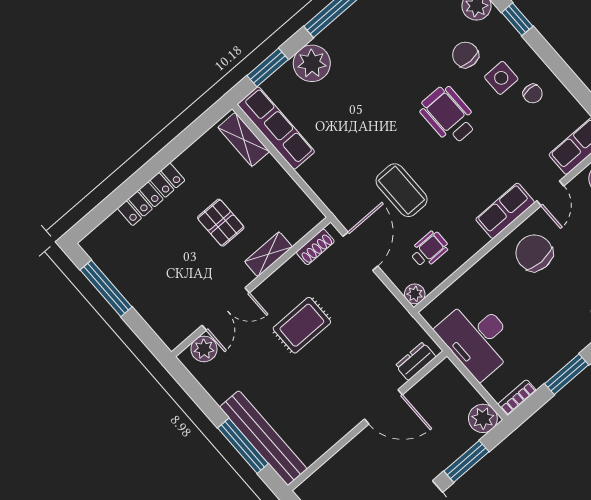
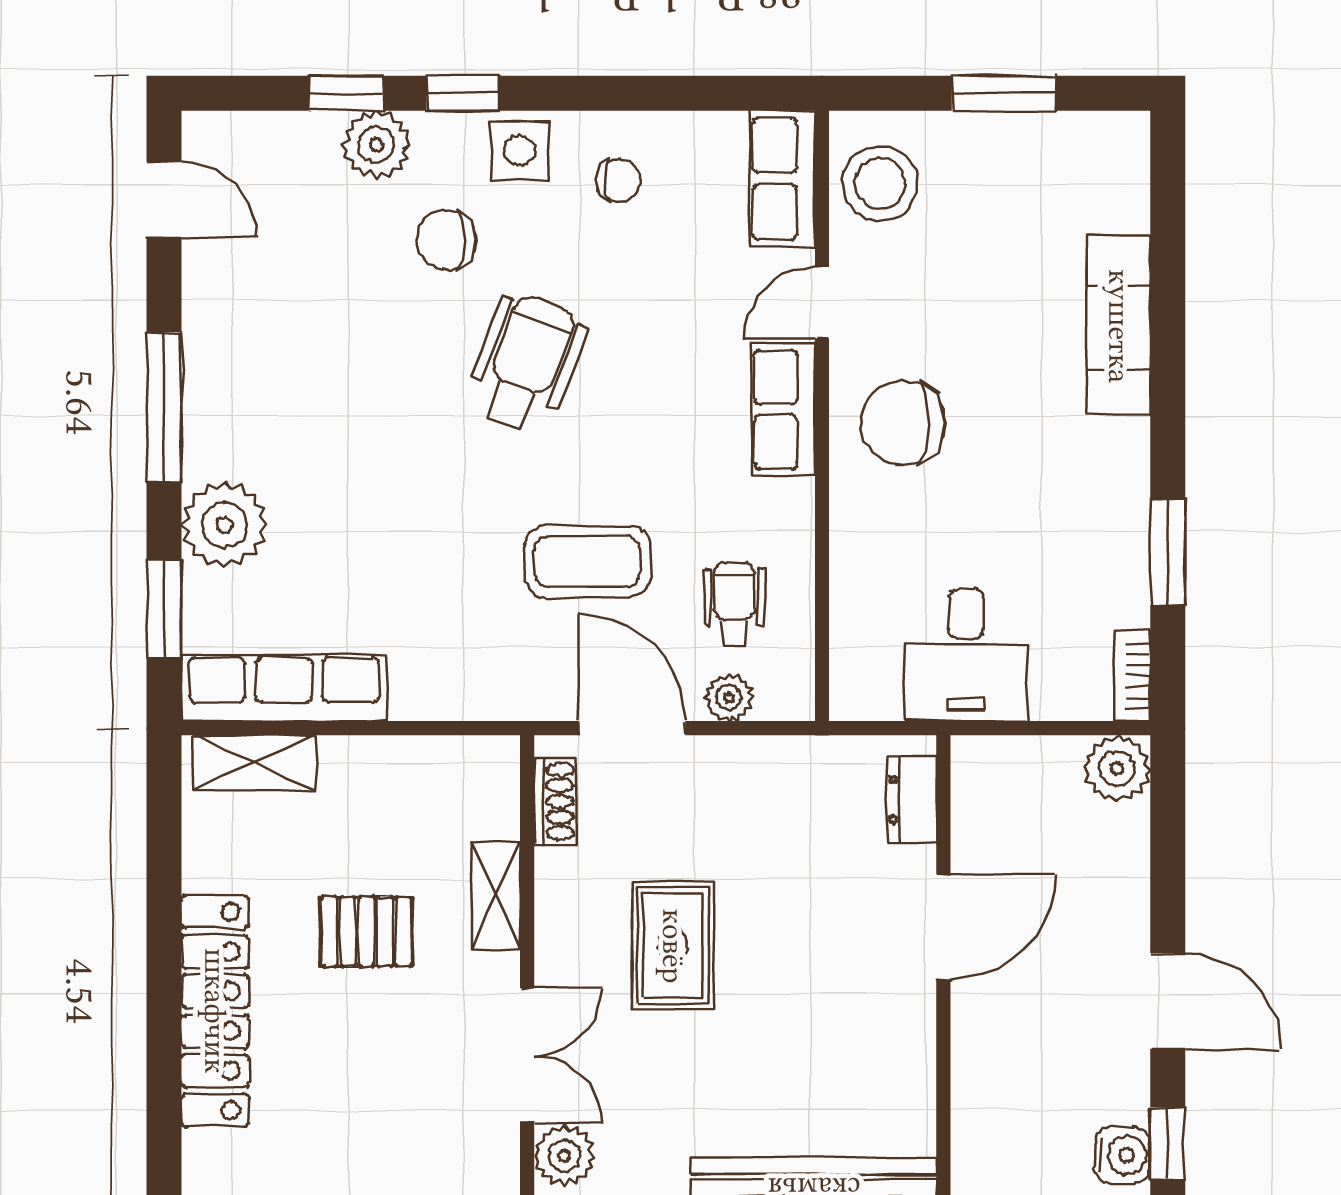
side table: (501, 78) -> (520, 151), moved
wheelchair: (448, 115) -> (527, 363), turned 111
door: (550, 193) -> (822, 303), swing flipped
locker: (151, 194) -> (215, 1011), width x1.41, depth x1.21
plant: (415, 294) -> (729, 698), moved
desk: (477, 338) -> (966, 655), width x0.73
window: (466, 461) -> (1168, 864), removed

